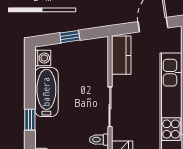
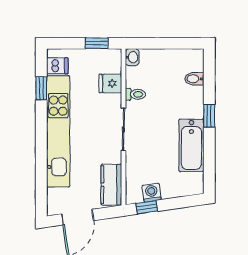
window: (70, 37) -> (147, 207), moved
washing machine: (43, 58) -> (152, 193), moved, turned 82

